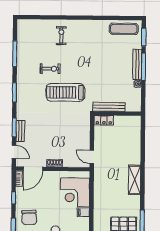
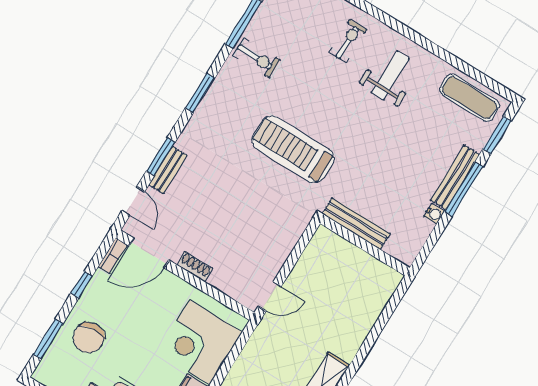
weight bench: (86, 39) -> (390, 75), added
exercise bike: (50, 69) -> (257, 58), moved
locker: (104, 120) -> (332, 243), removed
door: (92, 157) -> (270, 296), swing flipped

